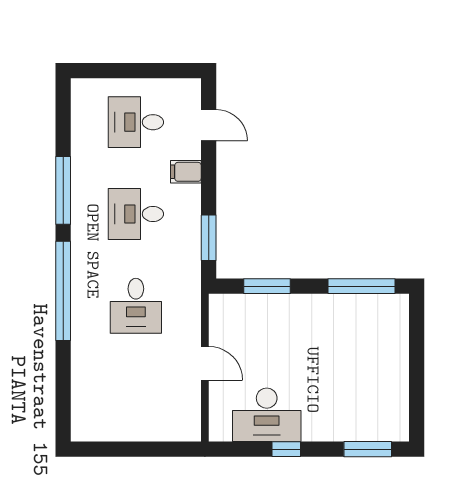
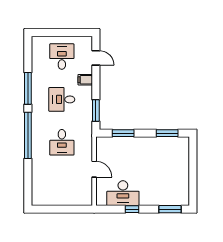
desk: (136, 122) -> (62, 57), turned 90
window: (361, 286) -> (167, 133), width x0.69

